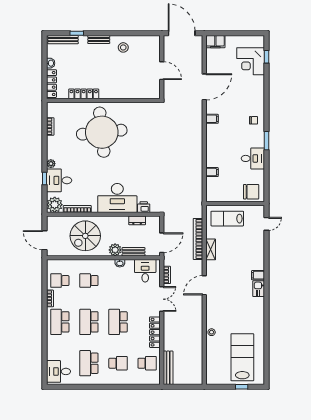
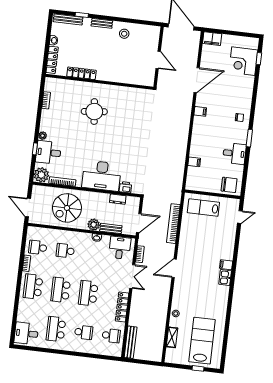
round table: (102, 132) -> (94, 112), width x0.54, depth x0.54
shelving: (211, 249) -> (172, 337), moved

